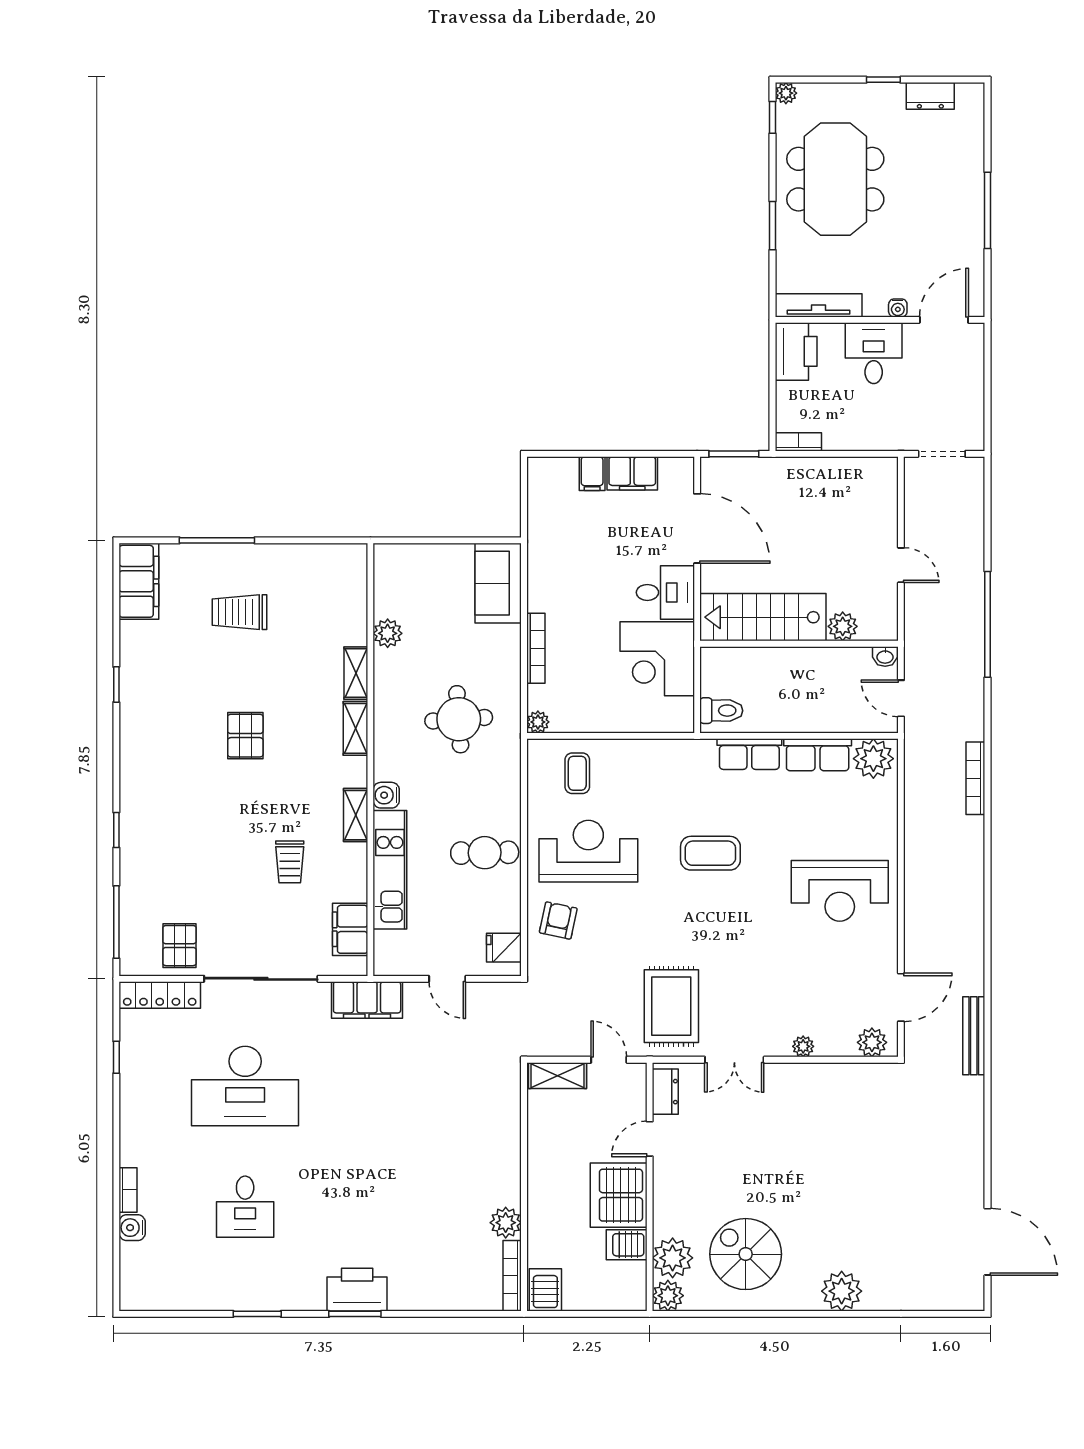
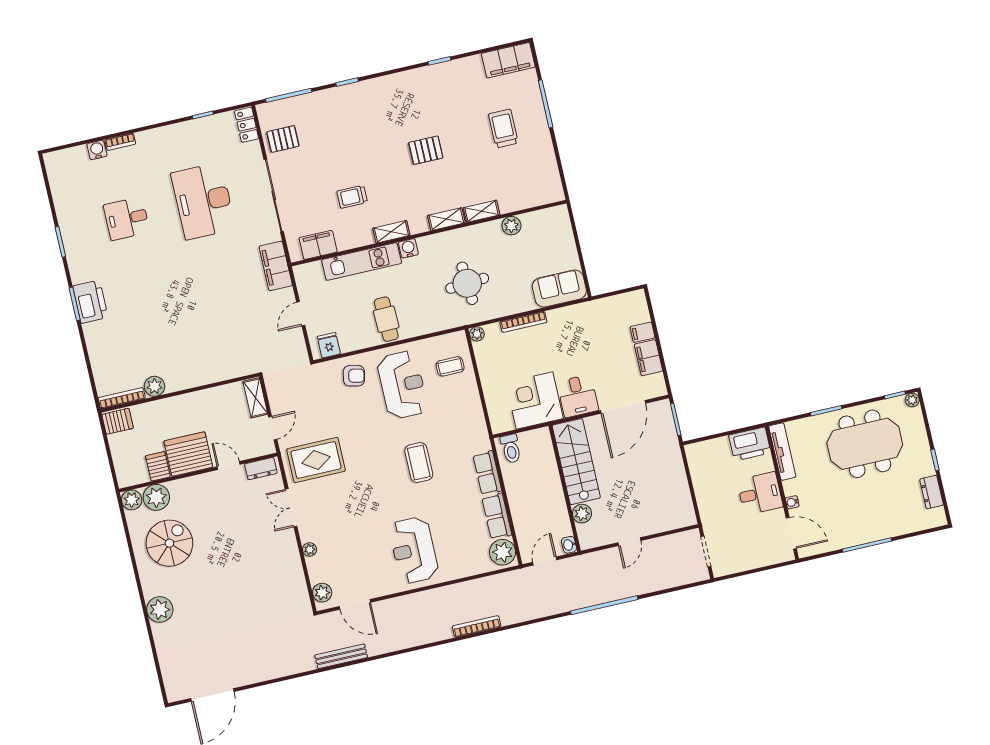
bookcase: (798, 442) -> (693, 459), removed
bookcase: (975, 778) -> (477, 626), moved
locker: (160, 995) -> (247, 125), width x0.66

